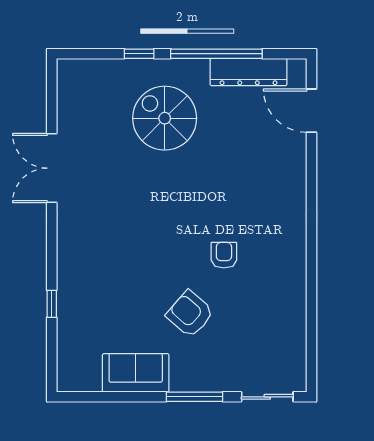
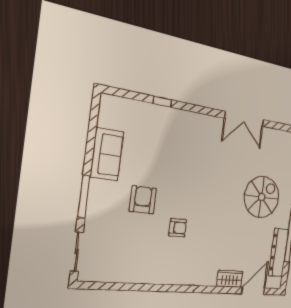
wardrobe: (294, 156) -> (230, 279), added
double door: (52, 168) -> (244, 119), swing flipped
armchair: (190, 314) -> (143, 200), turned -41

